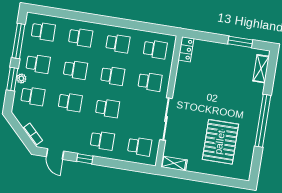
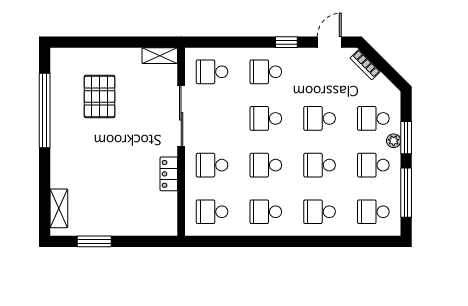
locker: (186, 49) -> (169, 174), moved
window: (263, 121) -> (45, 110), moved
pallet: (220, 142) -> (100, 97), width x0.73, depth x0.71
door: (55, 154) -> (329, 42), hinge flipped

